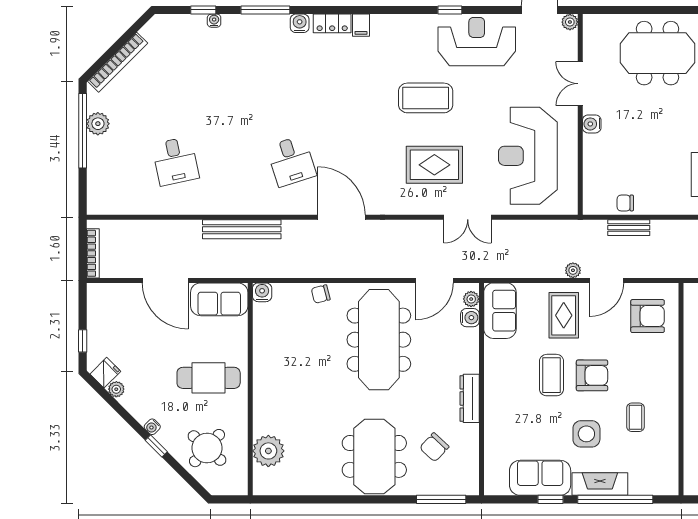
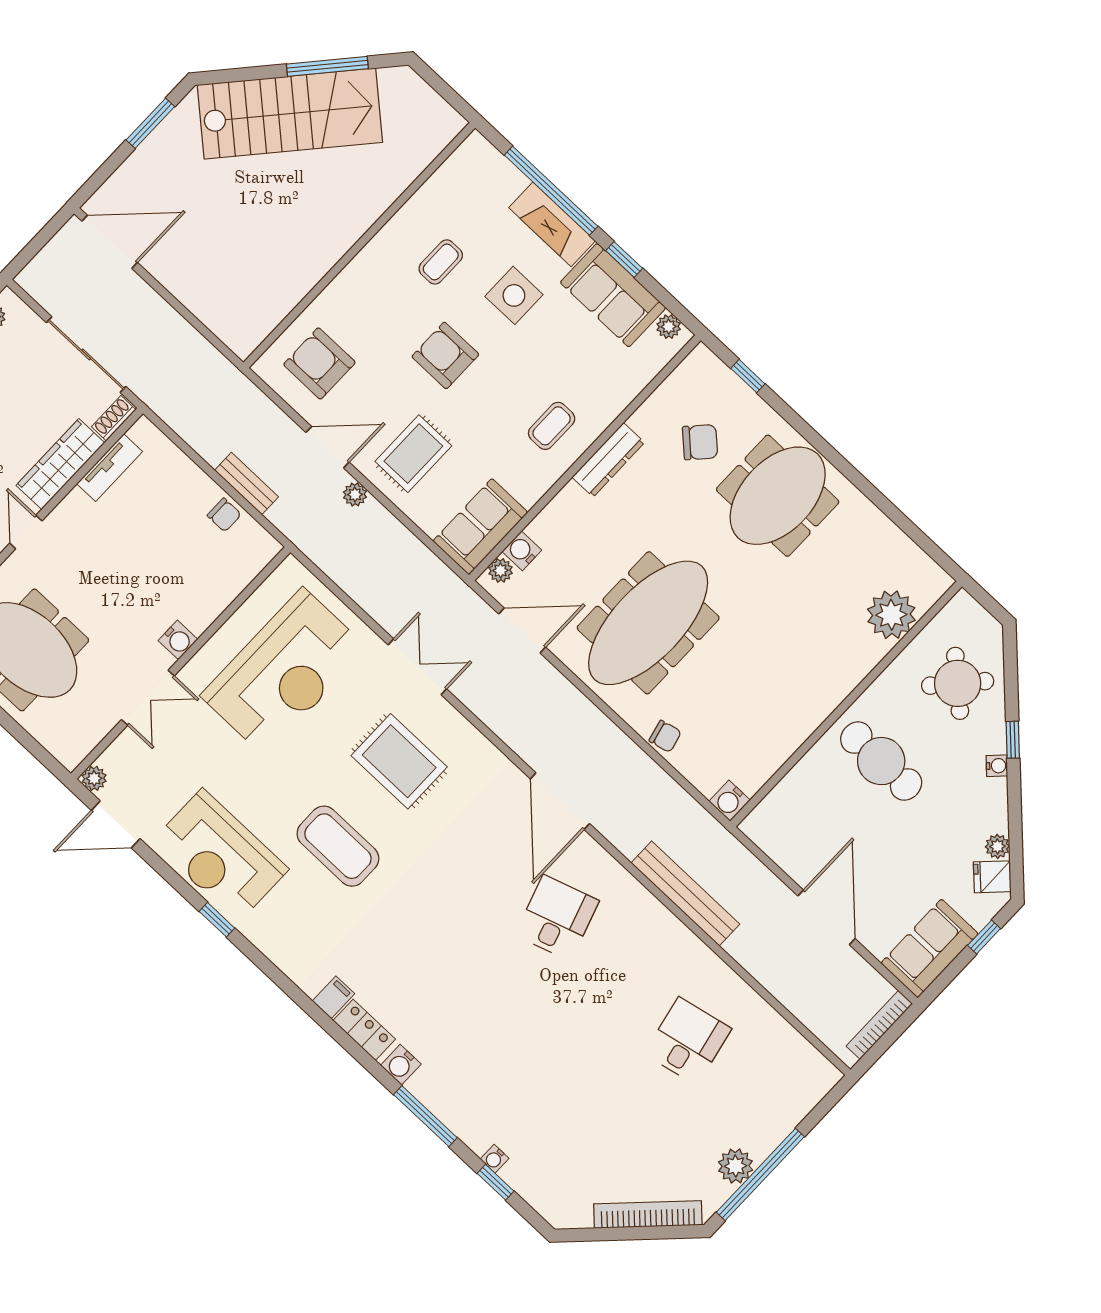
sofa: (219, 299) -> (930, 948), moved, turned -90
coffee table: (552, 375) -> (552, 426), moved, width x0.73, depth x0.77
plant: (500, 488) -> (669, 327), added
window: (441, 499) -> (748, 376), width x0.46

